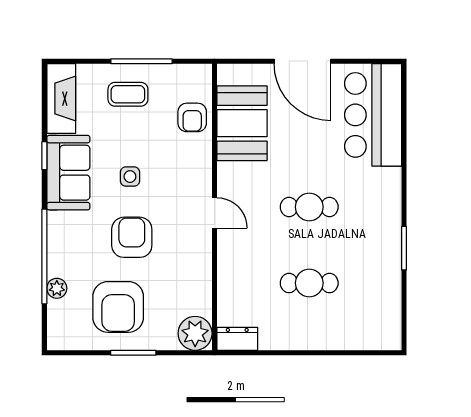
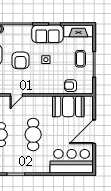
cafe table: (309, 207) -> (33, 135), width x1.37, depth x1.35
door: (214, 213) -> (16, 95), moved
armchair: (132, 237) -> (20, 60), turned 90

